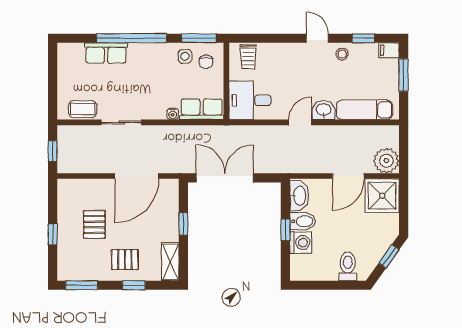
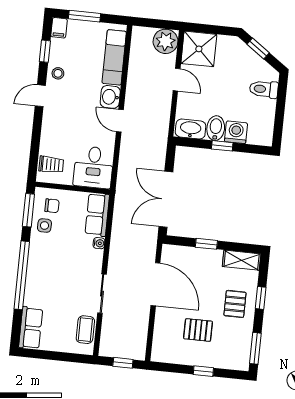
row of seats: (106, 53) -> (31, 328), moved
door: (348, 176) -> (177, 80), width x0.73

